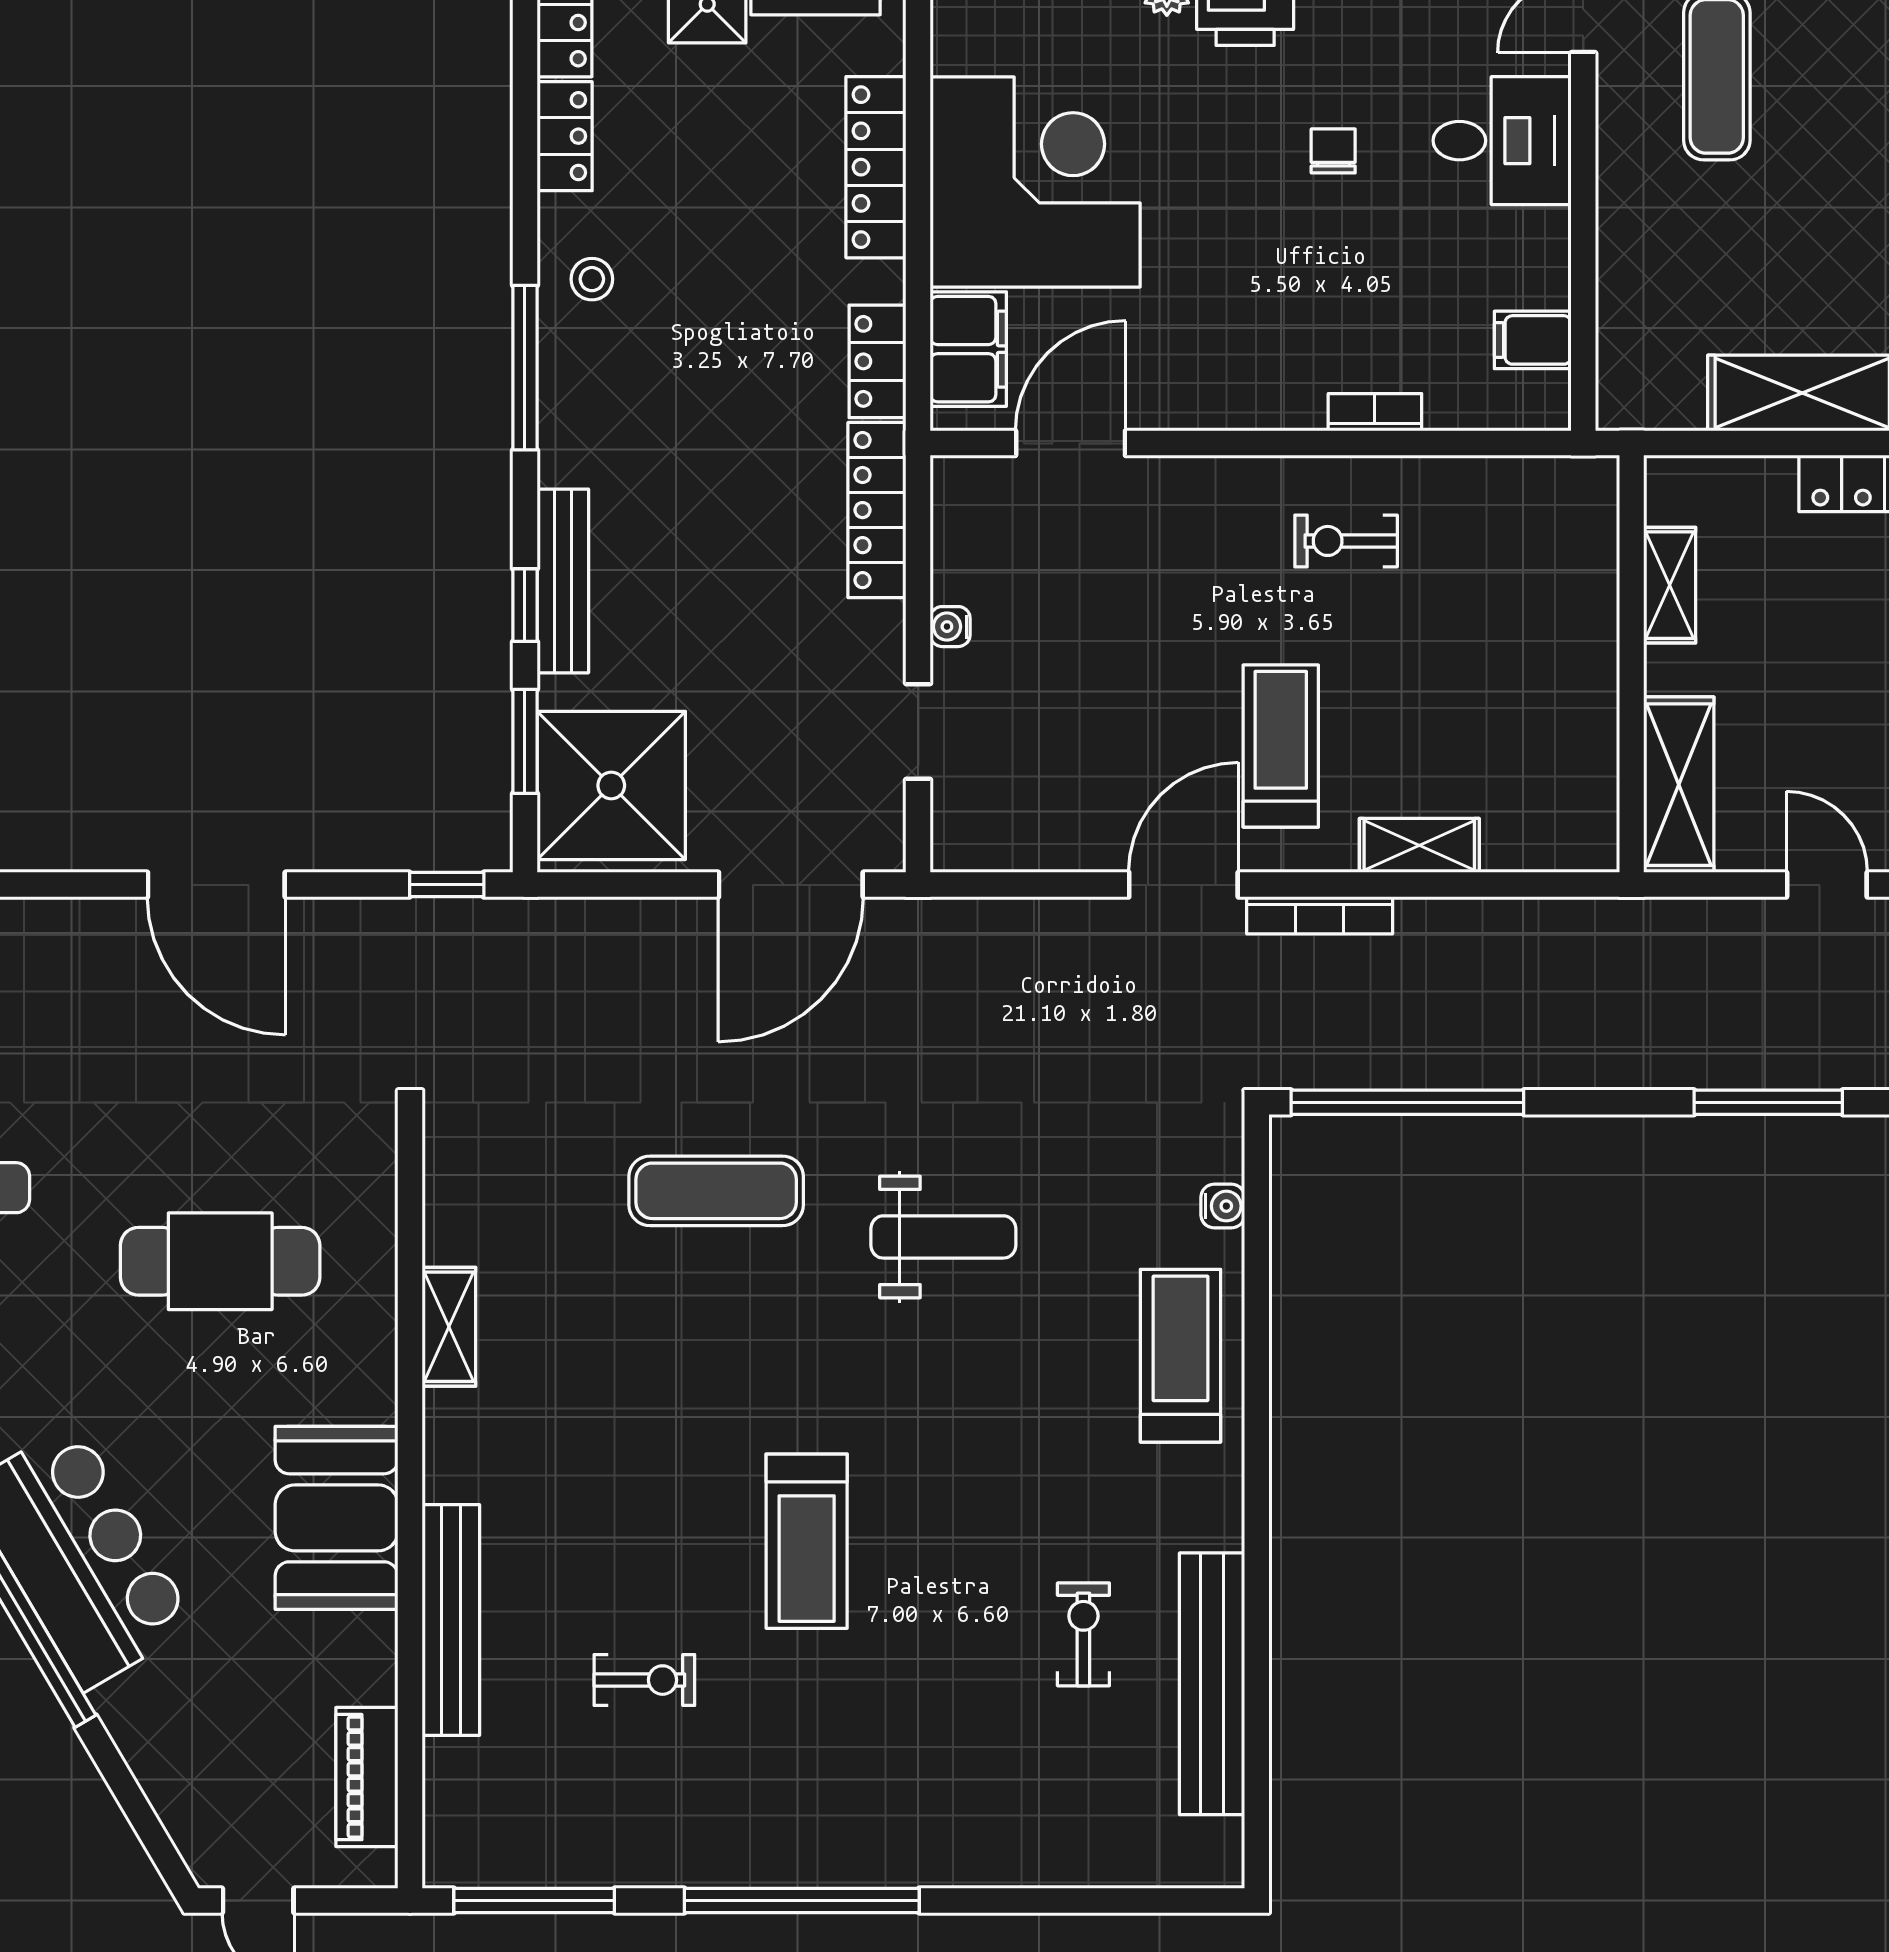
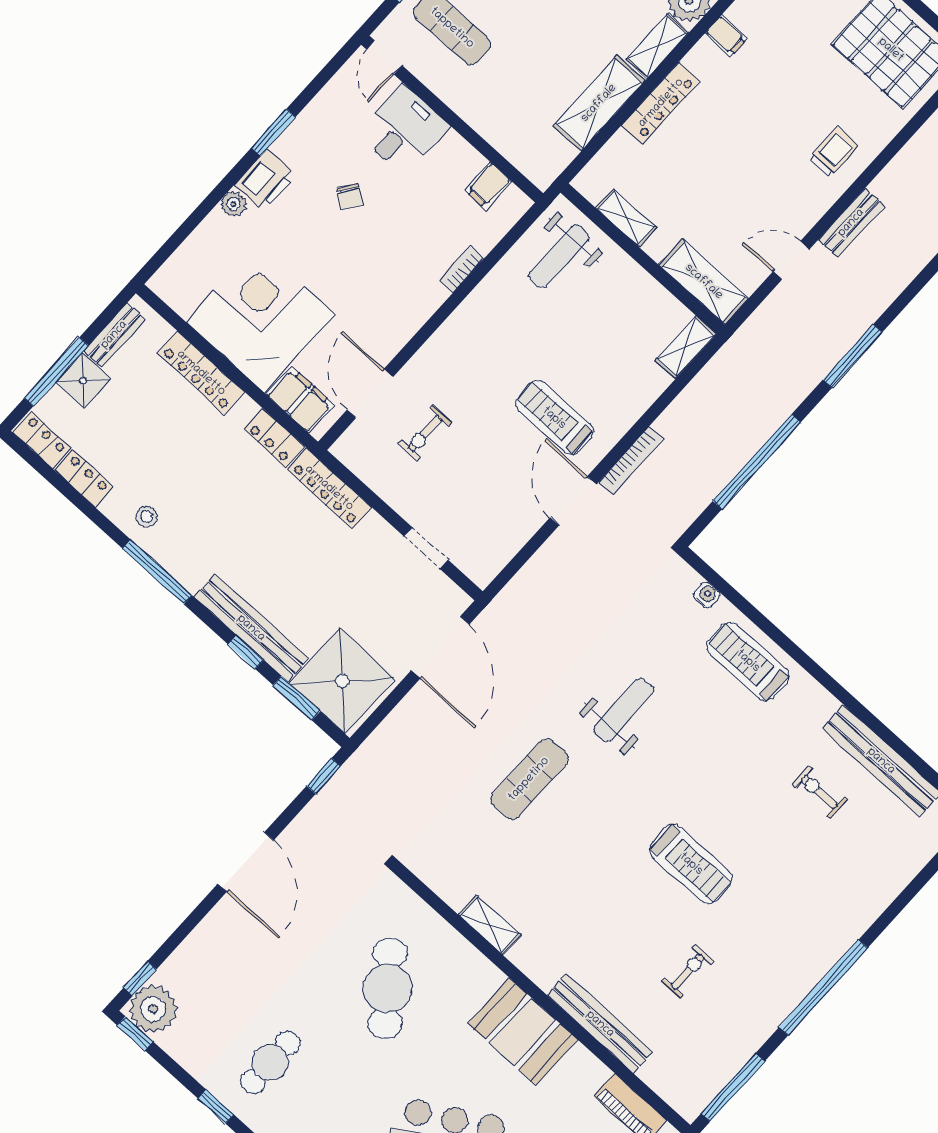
chair: (1333, 151) -> (350, 196), turned -146
weight bench: (1524, 538) -> (559, 256), added
exercise bike: (1346, 541) -> (425, 433), moved
bench: (563, 581) -> (251, 628), width x1.37, depth x1.21
water cooler: (950, 627) -> (398, 501), removed
shelving: (1419, 845) -> (686, 347), moved
door: (216, 885) -> (246, 862), hinge flipped
window: (1407, 1102) -> (757, 462), moved
cafe table: (220, 1261) -> (388, 988), turned -38

